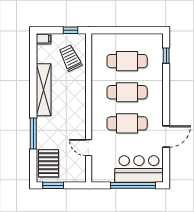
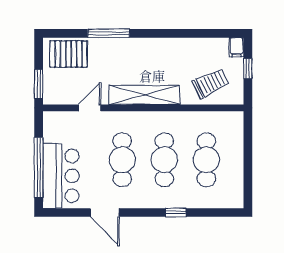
window: (70, 30) -> (248, 69), moved
window: (166, 56) -> (176, 213), moved
shelving: (44, 90) -> (144, 95), moved
window: (53, 185) -> (39, 84), moved

